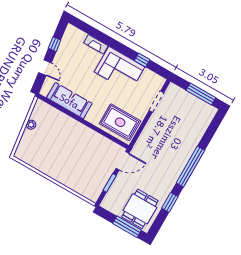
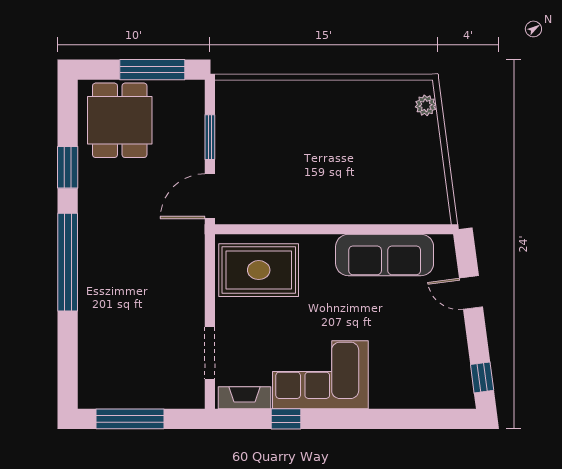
window: (55, 44) -> (482, 377), moved
fireplace: (96, 44) -> (244, 398), moved
plant: (31, 125) -> (426, 105), moved
window: (127, 227) -> (152, 70), moved

